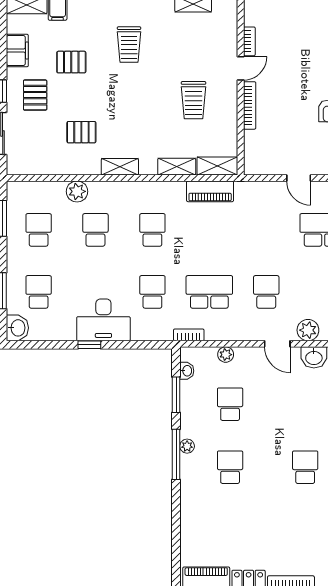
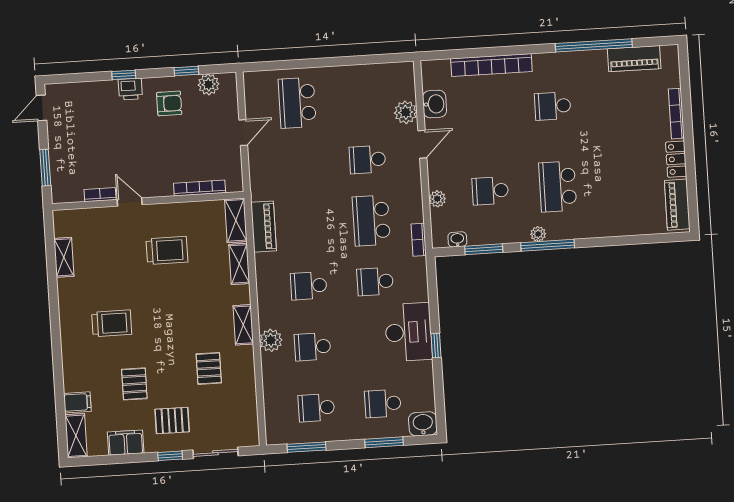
bookcase: (250, 105) -> (200, 188), moved
plant: (77, 191) -> (271, 340), moved
school desk: (230, 467) -> (558, 187), width x1.85

